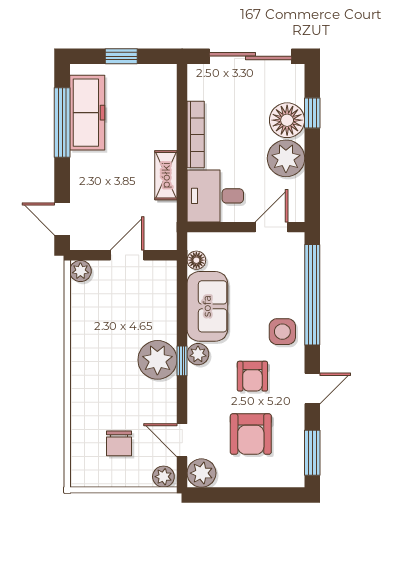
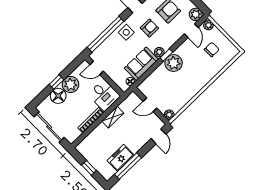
freezer: (87, 113) -> (121, 158), width x0.71
window: (312, 113) -> (56, 82), moved

